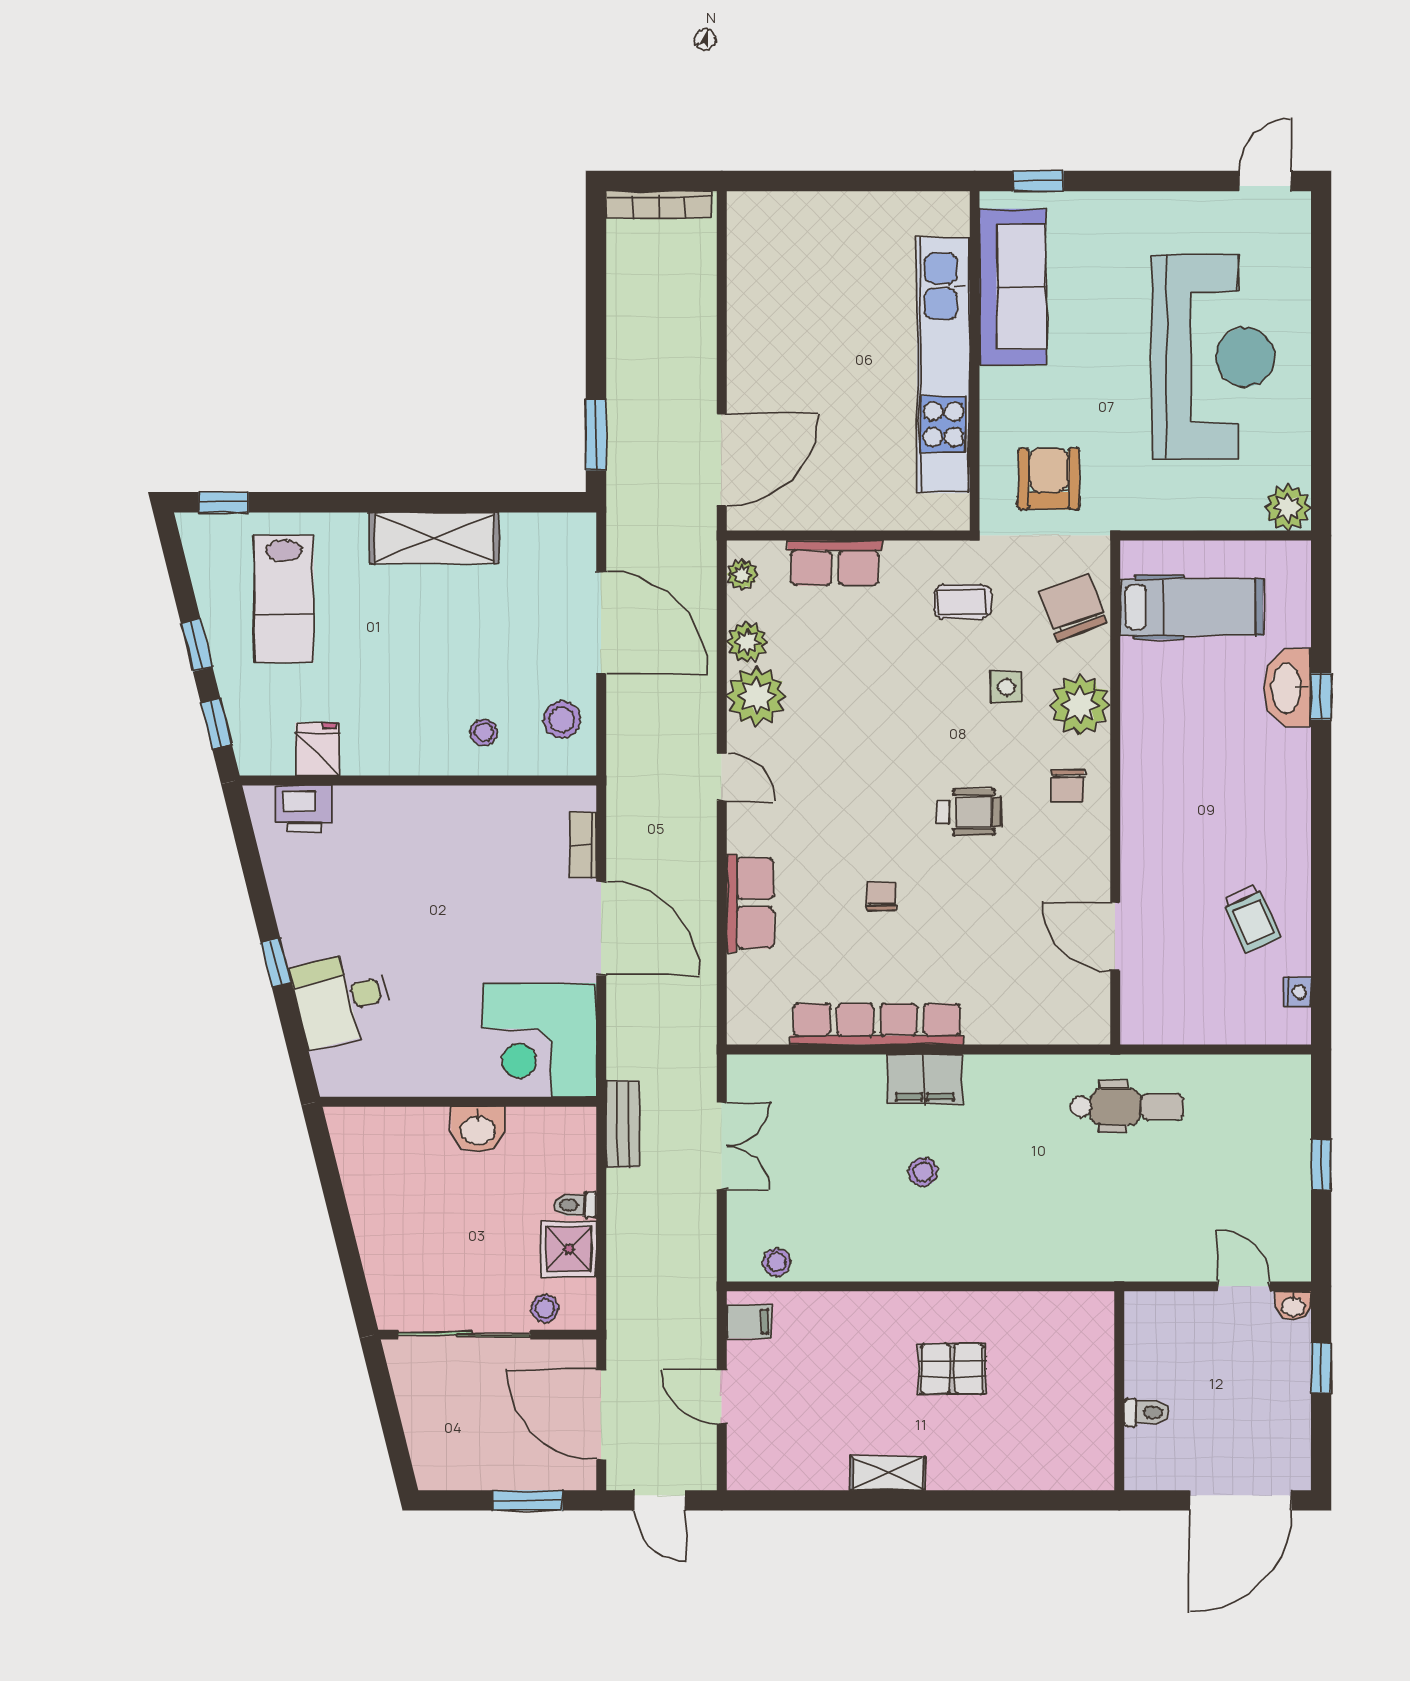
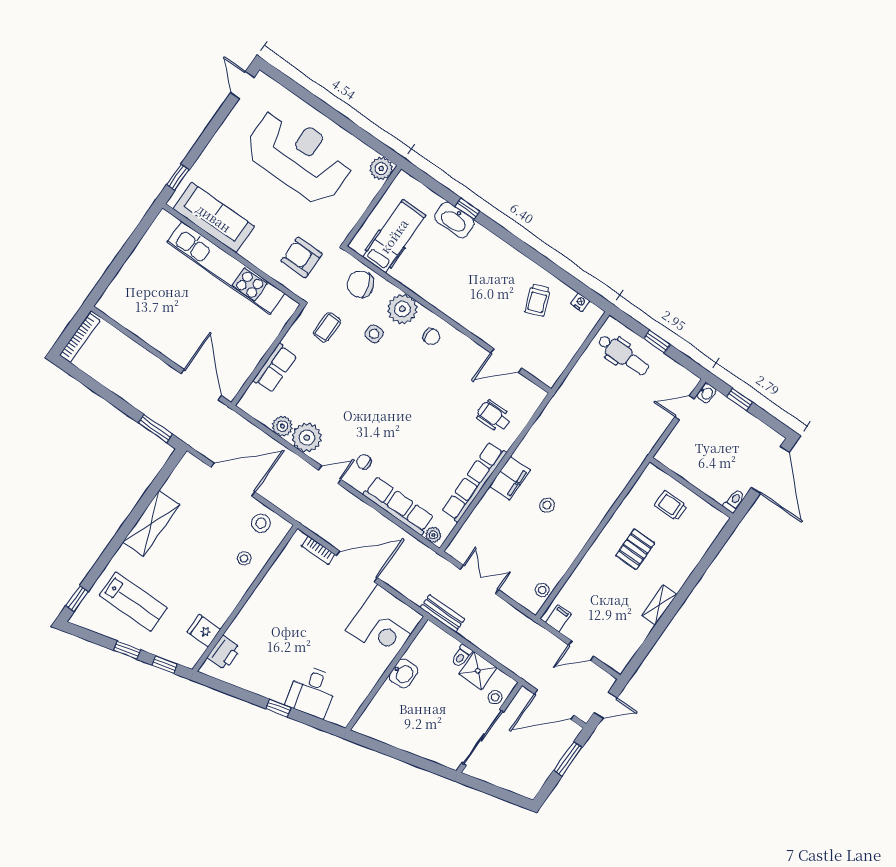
plant: (742, 574) -> (433, 535), moved
wheelchair: (969, 812) -> (494, 416), moved, turned -90
chair: (881, 896) -> (364, 462), moved
row of seats: (750, 903) -> (398, 506), width x1.48
trolley: (1251, 919) -> (538, 300), turned 93
dental chair: (1127, 1107) -> (623, 355), moved, turned 90
trolley: (1066, 1377) -> (671, 506), added
toilet: (1147, 1412) -> (734, 501), moved

